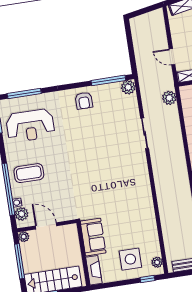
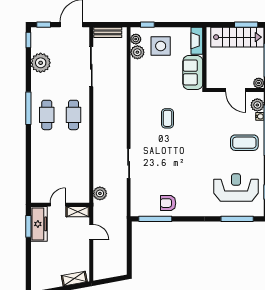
plant: (128, 87) -> (137, 52), moved
armchair: (84, 101) -> (168, 203), moved, turned -90
coffee table: (112, 186) -> (167, 118), added

